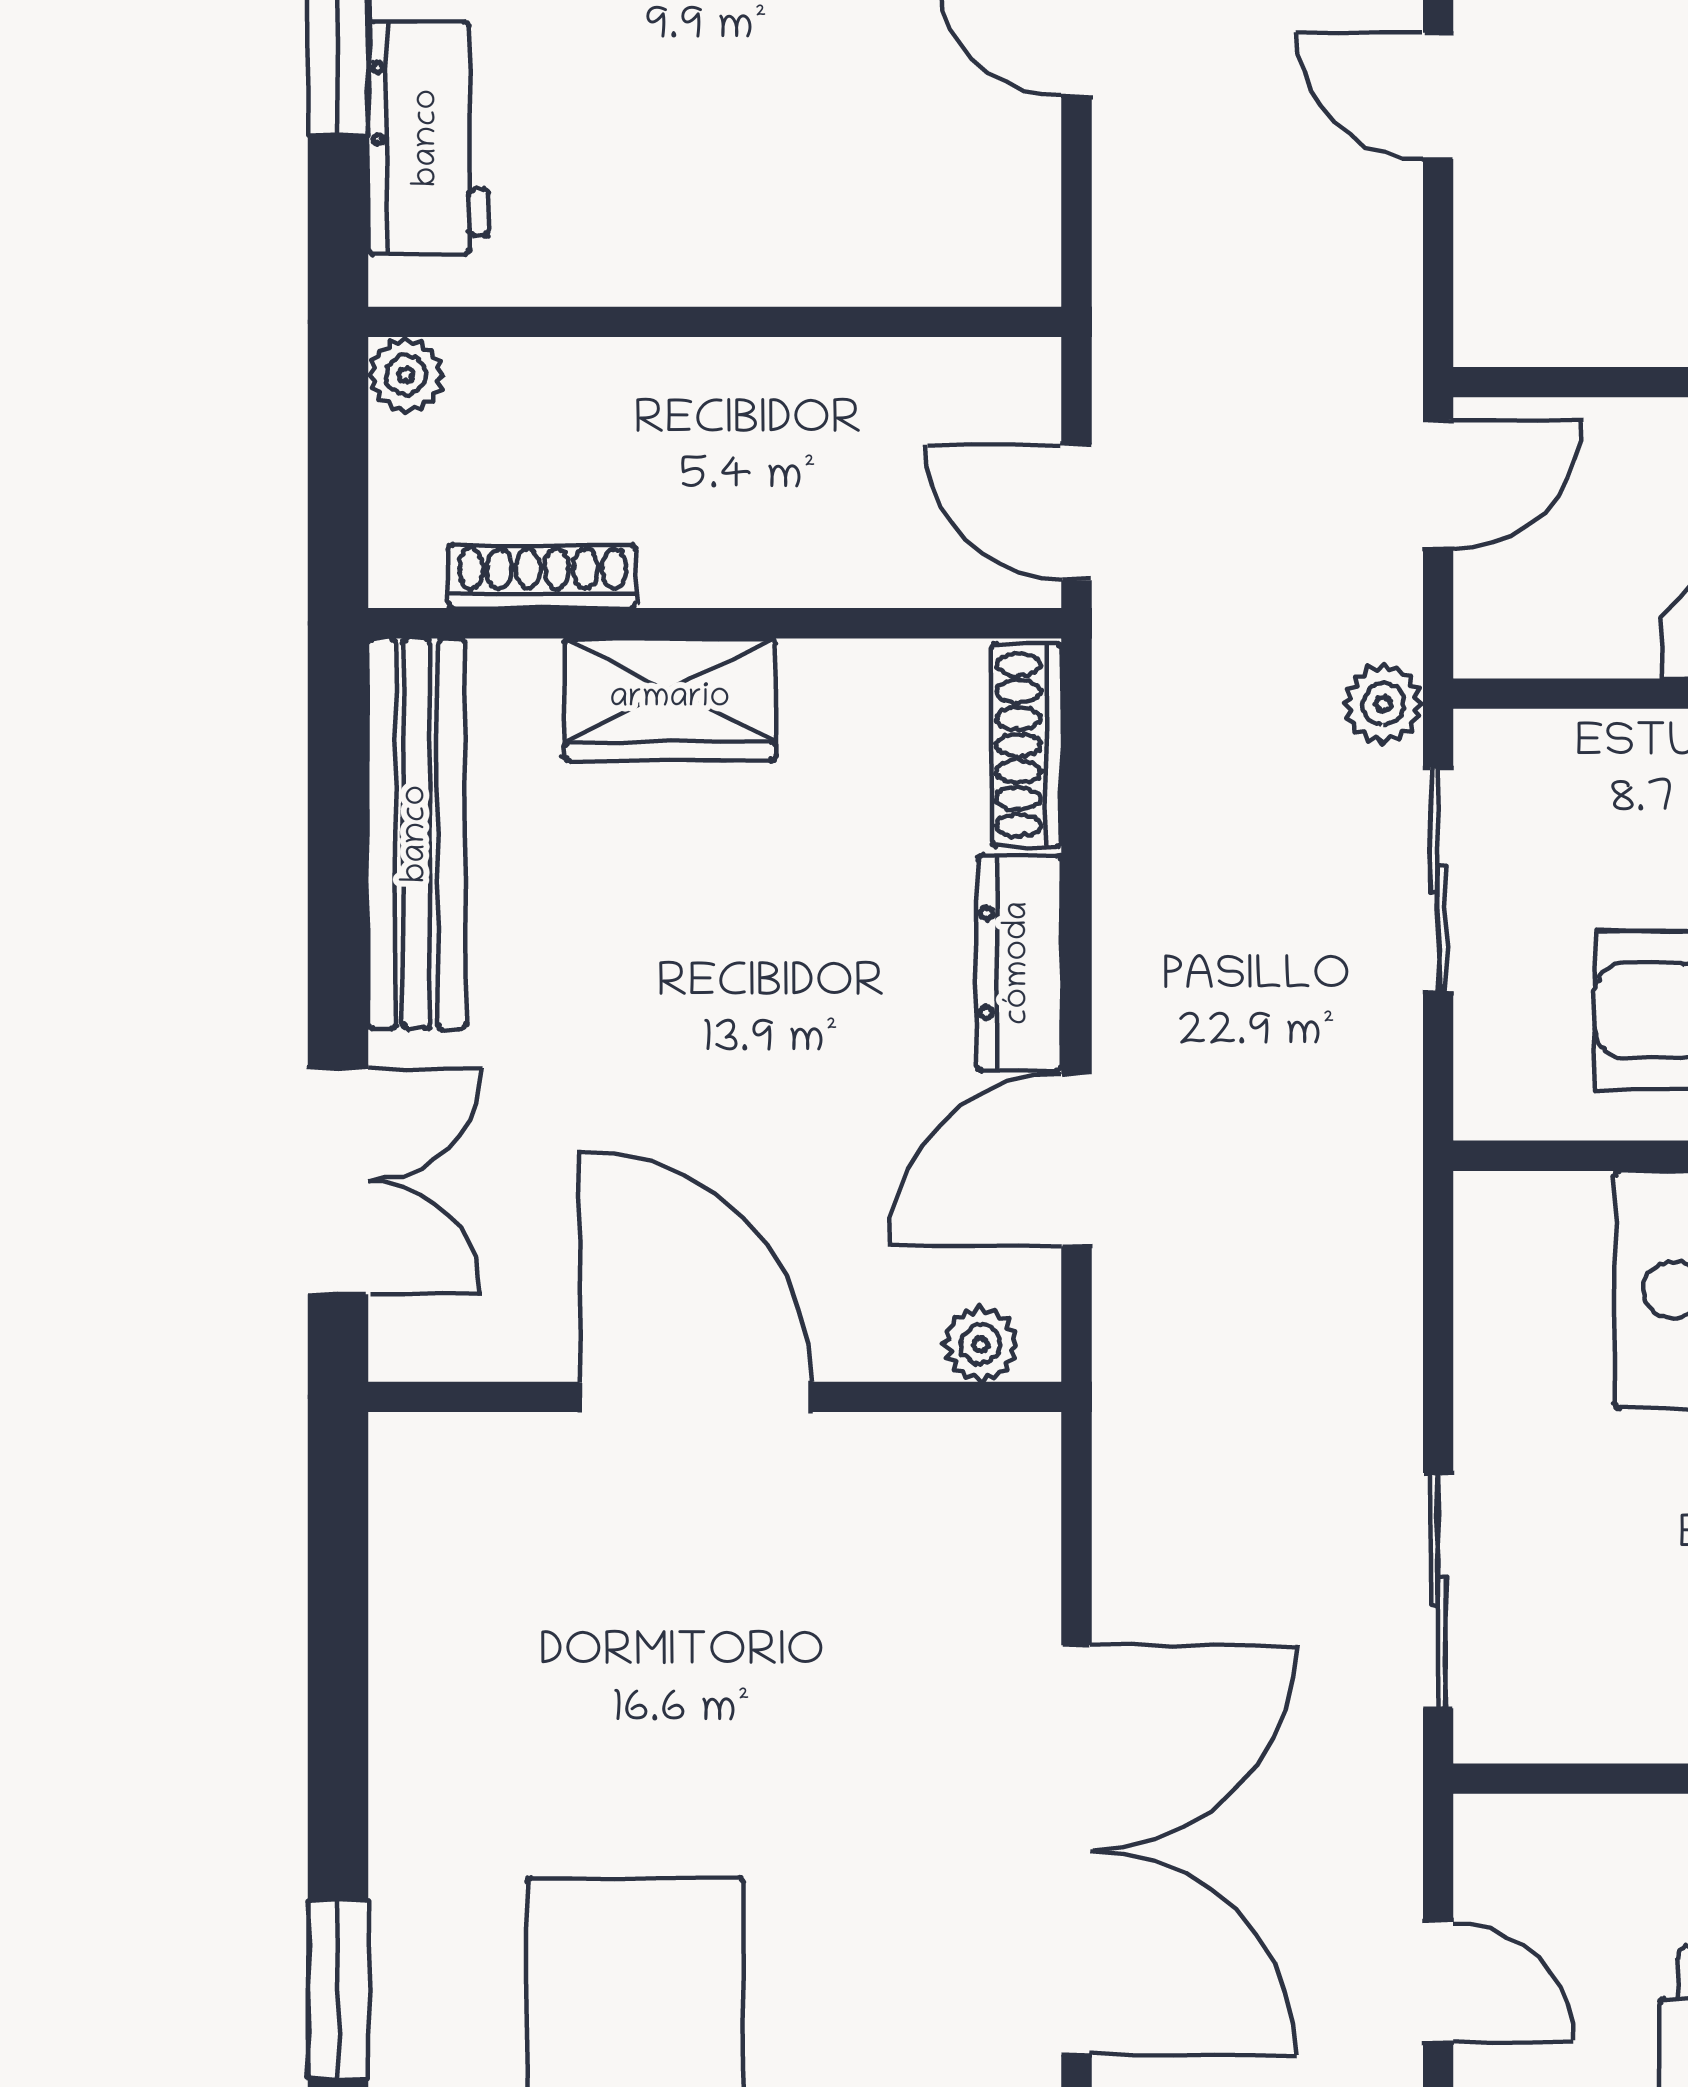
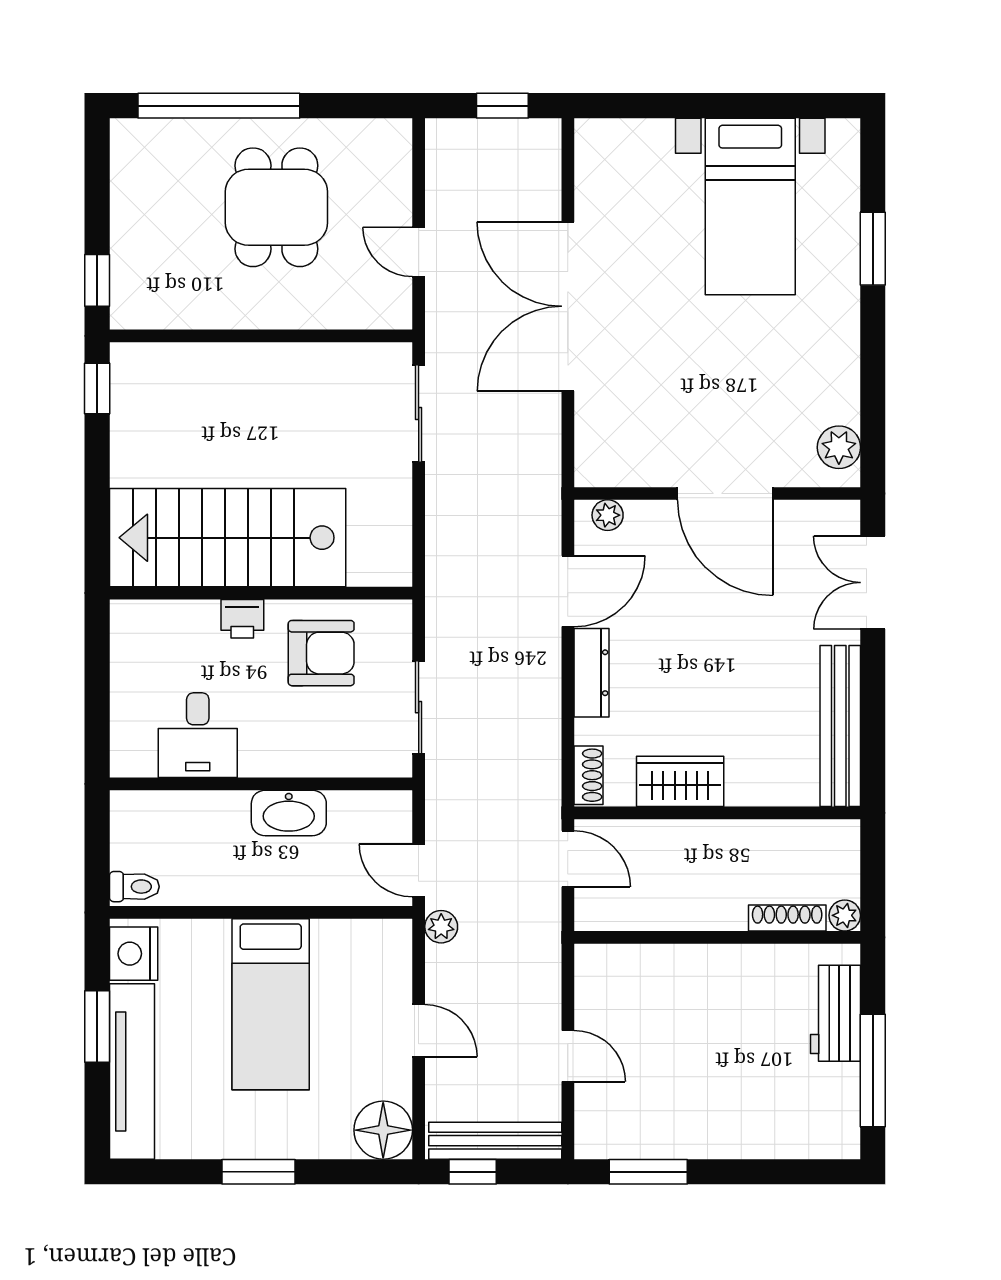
door: (1438, 484) -> (419, 870), hinge flipped
shoe rack: (542, 576) -> (787, 918), moved, turned 180
wardrobe: (670, 699) -> (680, 781), moved
plant: (1384, 704) -> (441, 927), moved
shoe rack: (1027, 745) -> (588, 775), width x0.70
plant: (420, 1509) -> (839, 447), added

